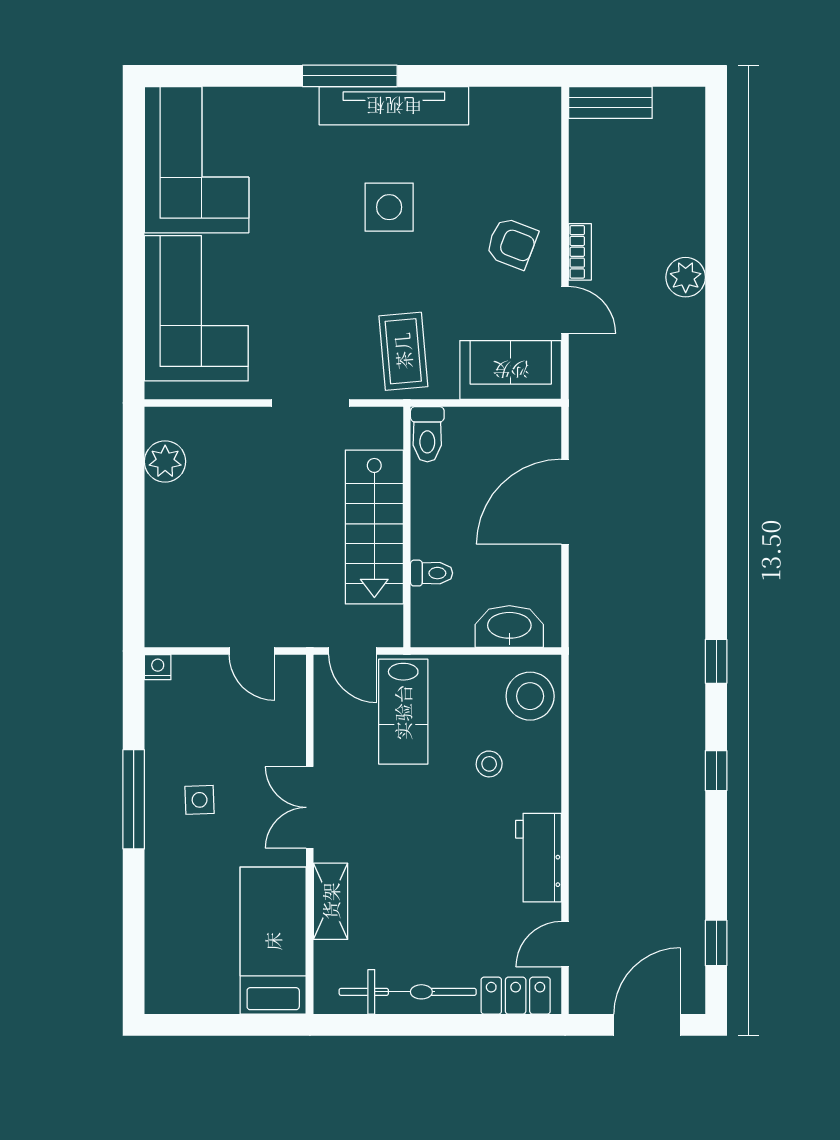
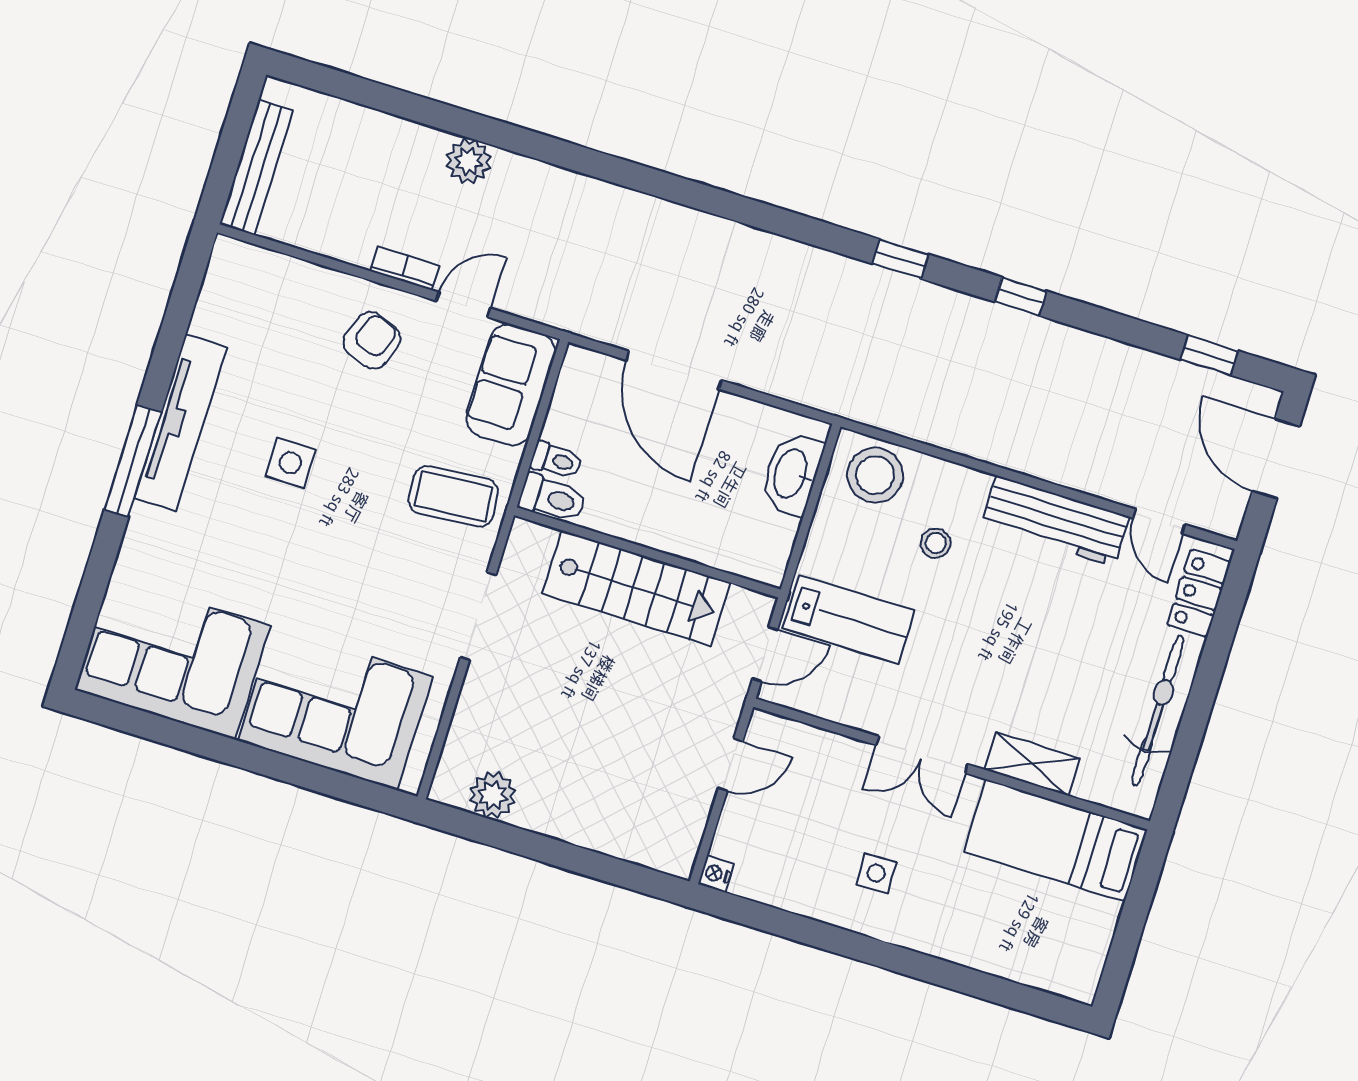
bench: (610, 103) -> (256, 167), width x1.36
side table: (389, 207) -> (290, 463), width x0.73, depth x0.73
toilet: (432, 573) -> (556, 460), moved, turned 90
window: (134, 799) -> (853, 945), removed
workbench: (539, 858) -> (1055, 521), width x1.38

